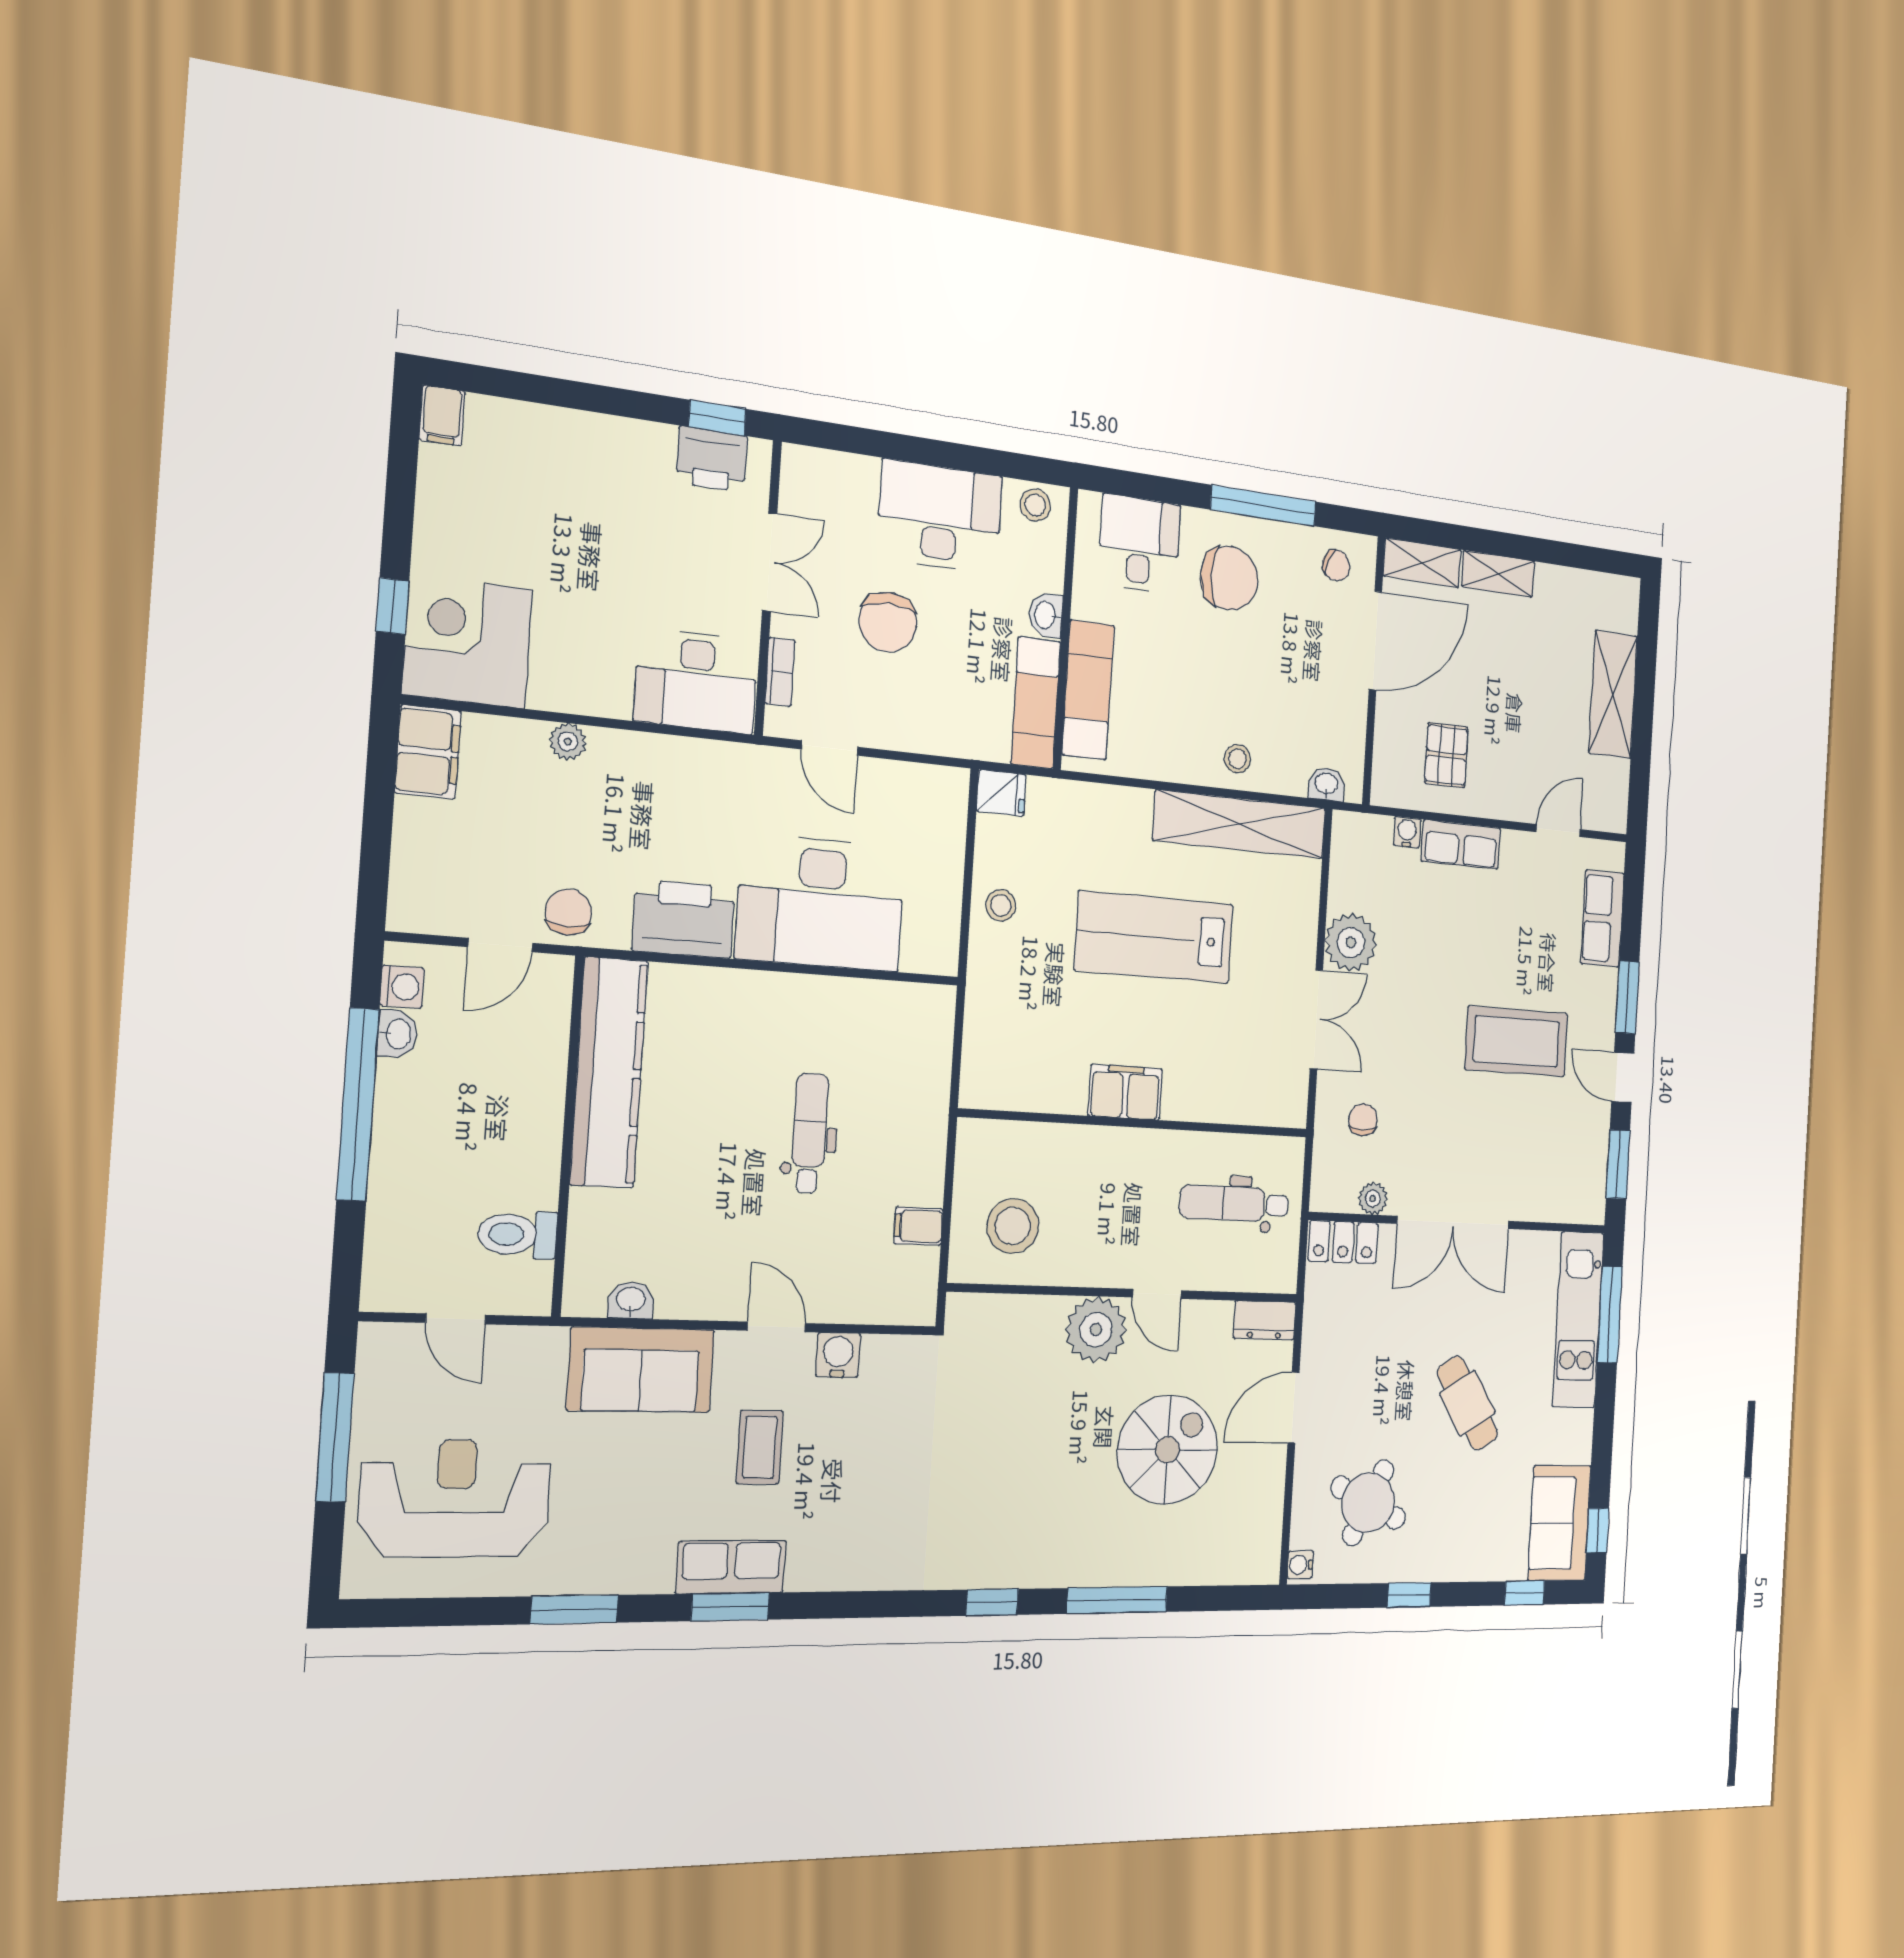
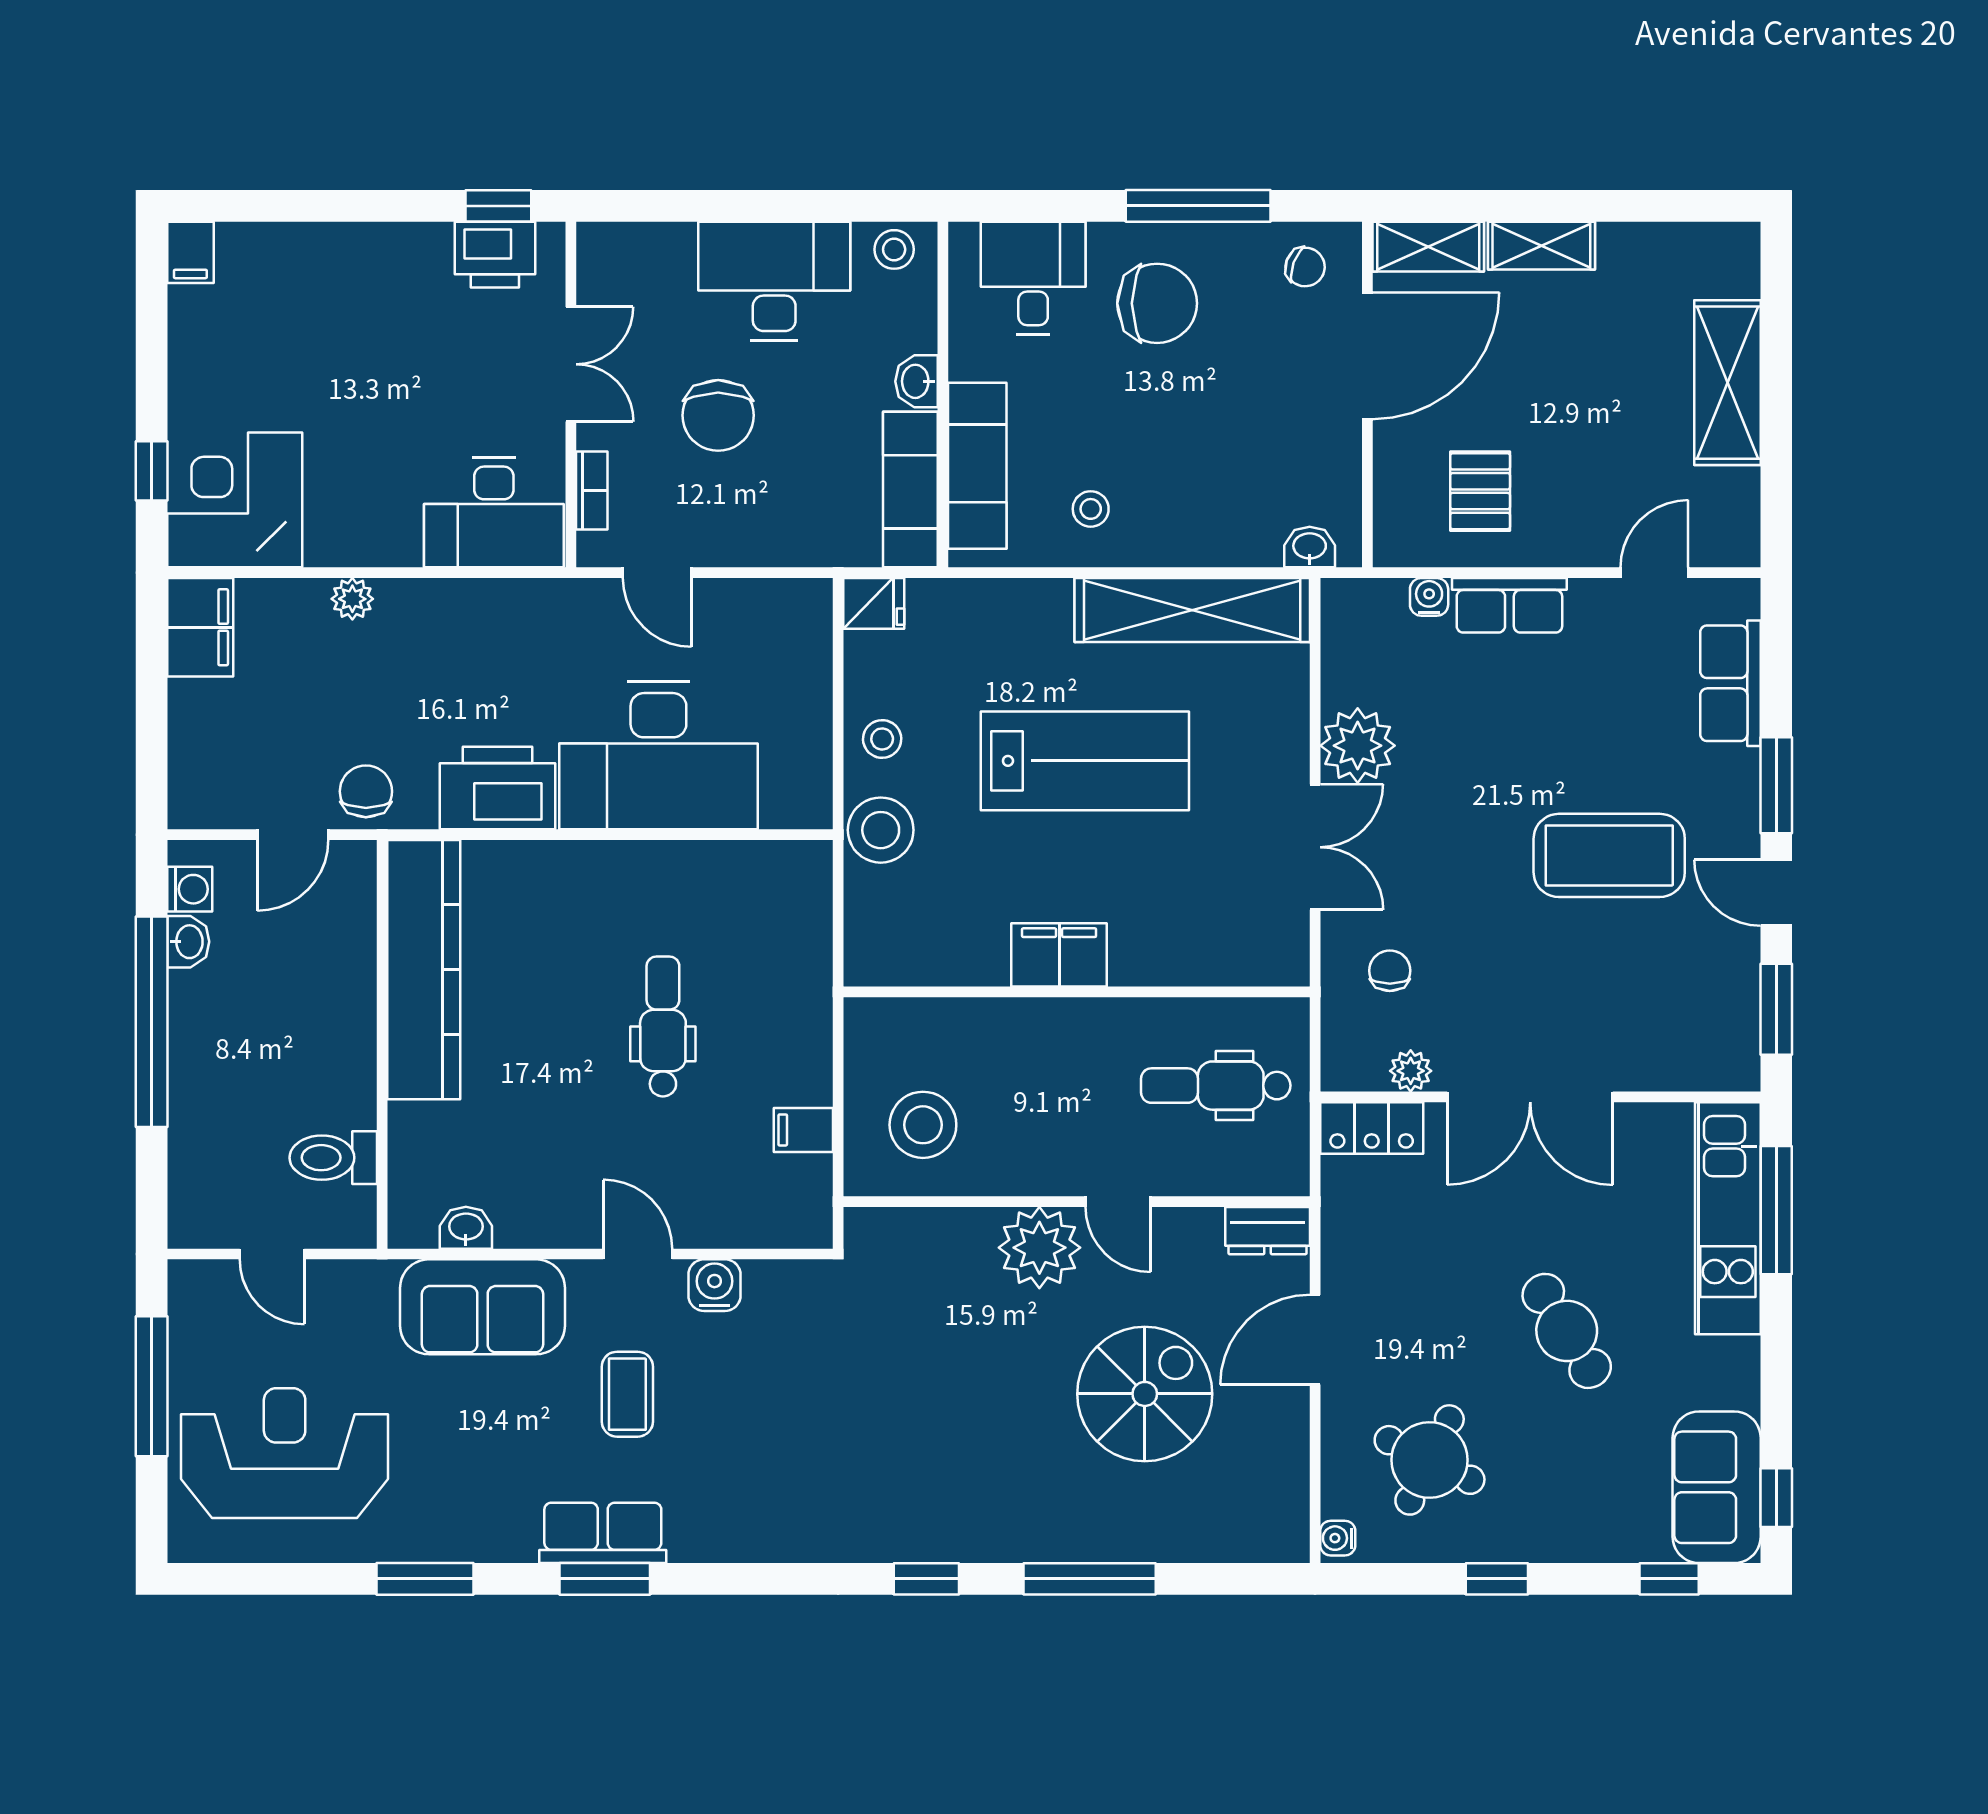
stool: (1237, 759) -> (1091, 509), moved
lab bench: (1154, 937) -> (1085, 761), turned 180
stool: (995, 980) -> (881, 830), added

